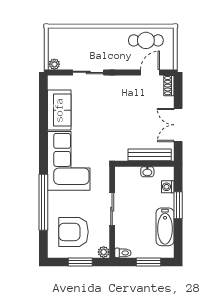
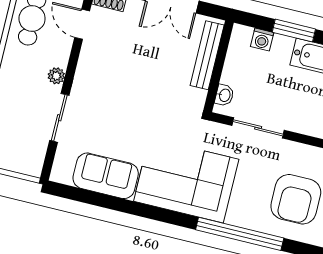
plant: (54, 64) -> (56, 76), moved
washbasin: (147, 172) -> (224, 95), moved
sliding door: (112, 209) -> (258, 128), moved

